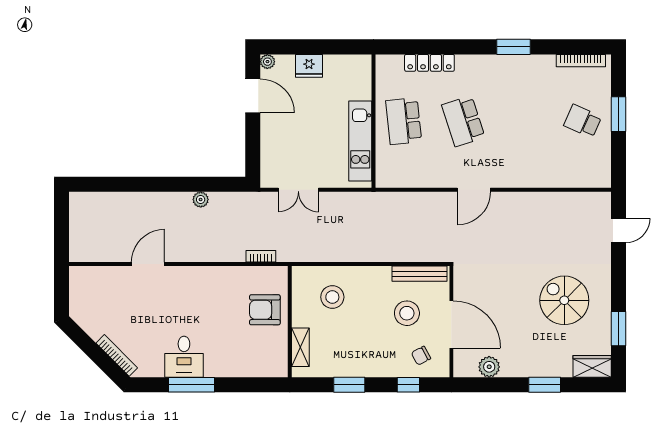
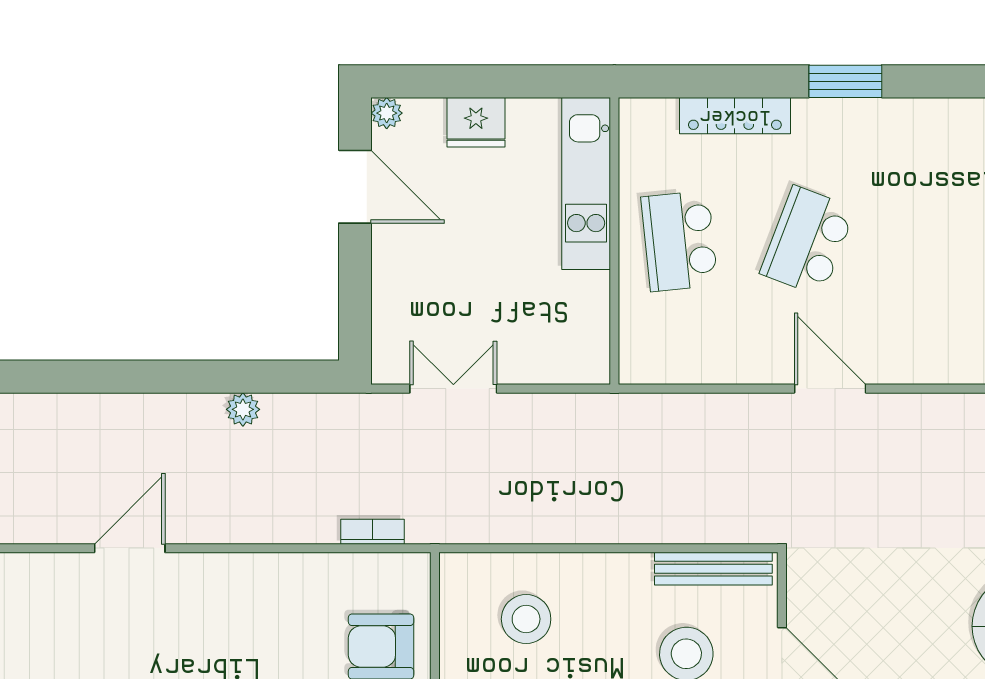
window: (514, 47) -> (845, 81), moved
school desk: (463, 121) -> (808, 241), turned 39
kitchen unit: (360, 141) -> (586, 183), moved
double door: (298, 190) -> (453, 389), swing flipped
door: (474, 190) -> (830, 389), swing flipped

